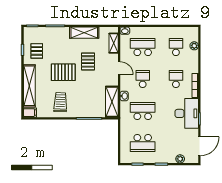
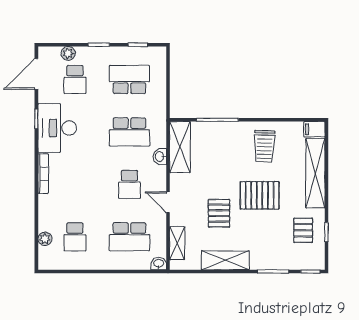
school desk: (176, 79) -> (75, 79), moved

